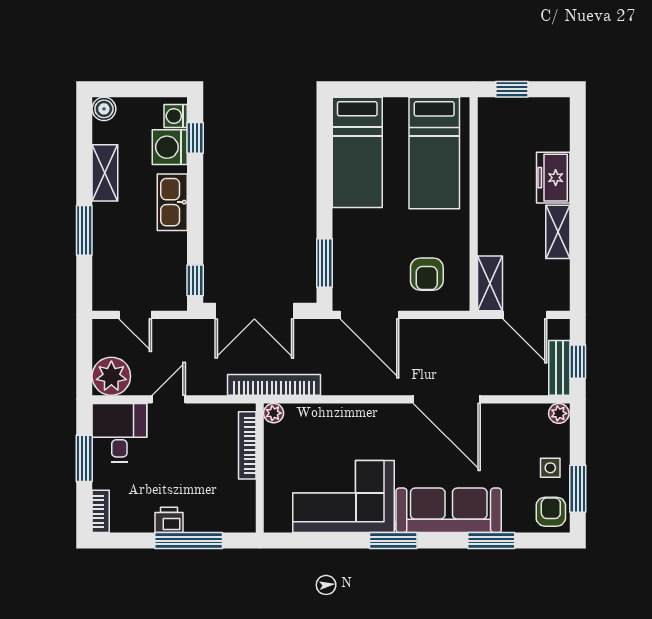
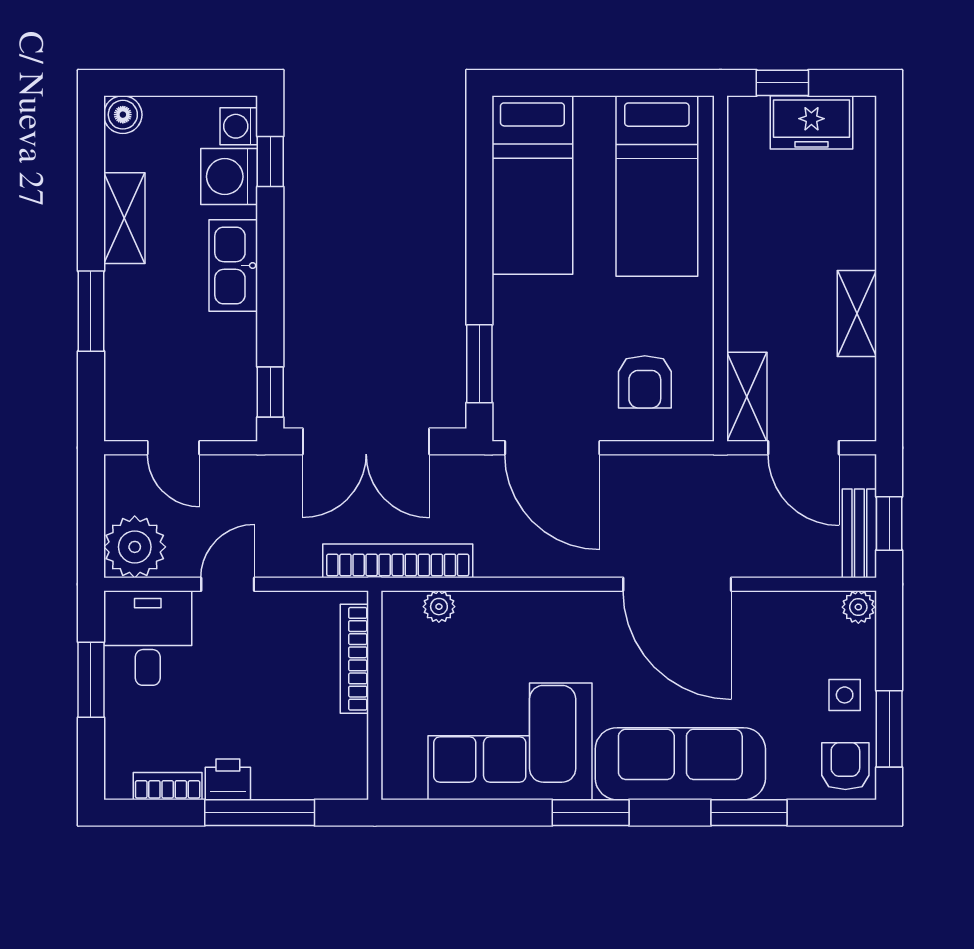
freezer: (553, 178) -> (811, 122), moved, turned -90
plant: (274, 413) -> (439, 607), moved
bookcase: (101, 511) -> (168, 786), moved, turned -90

